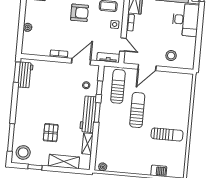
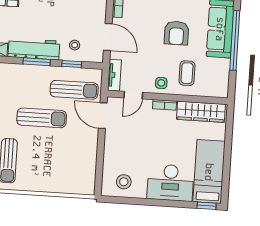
stool: (171, 56) -> (124, 182), moved
door: (147, 68) -> (103, 116), moved

